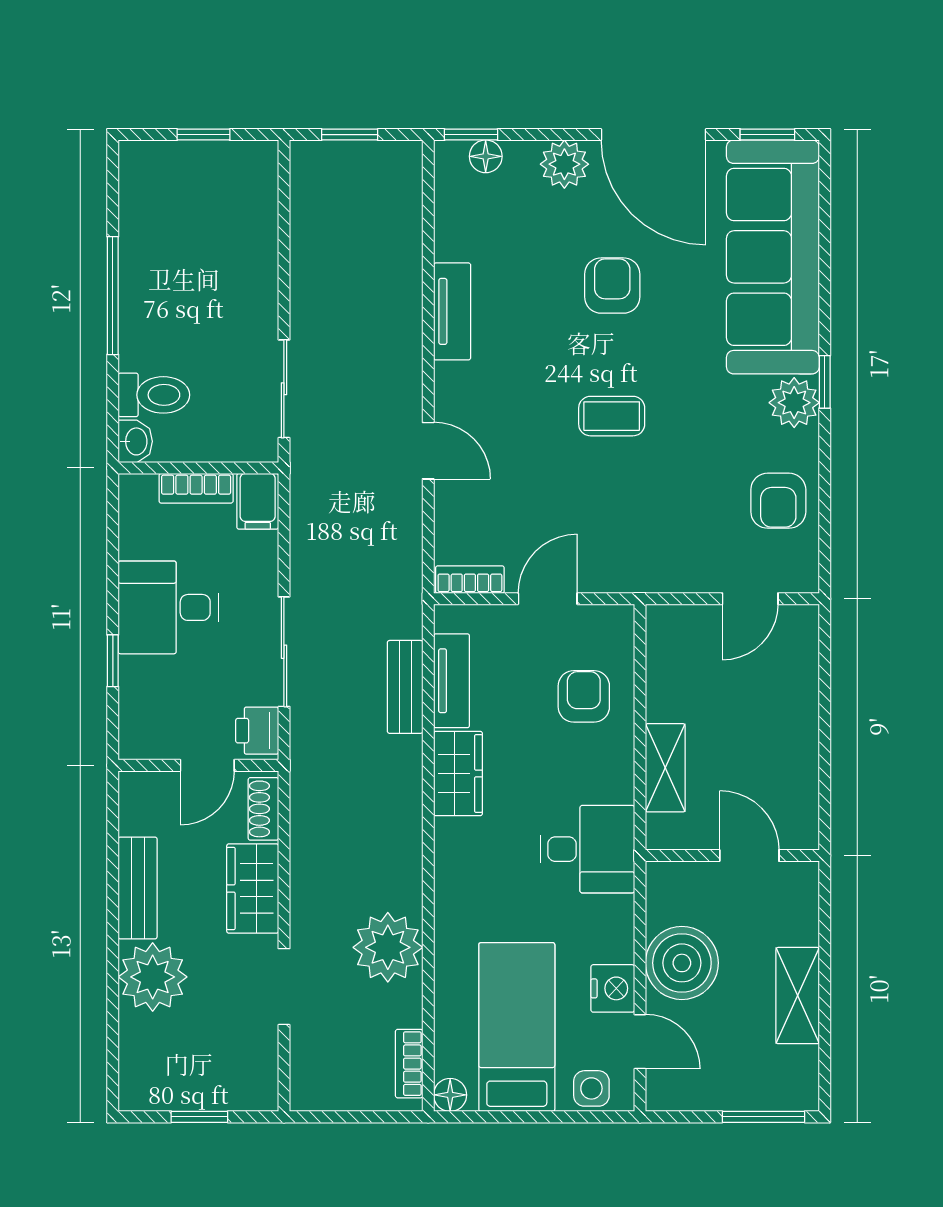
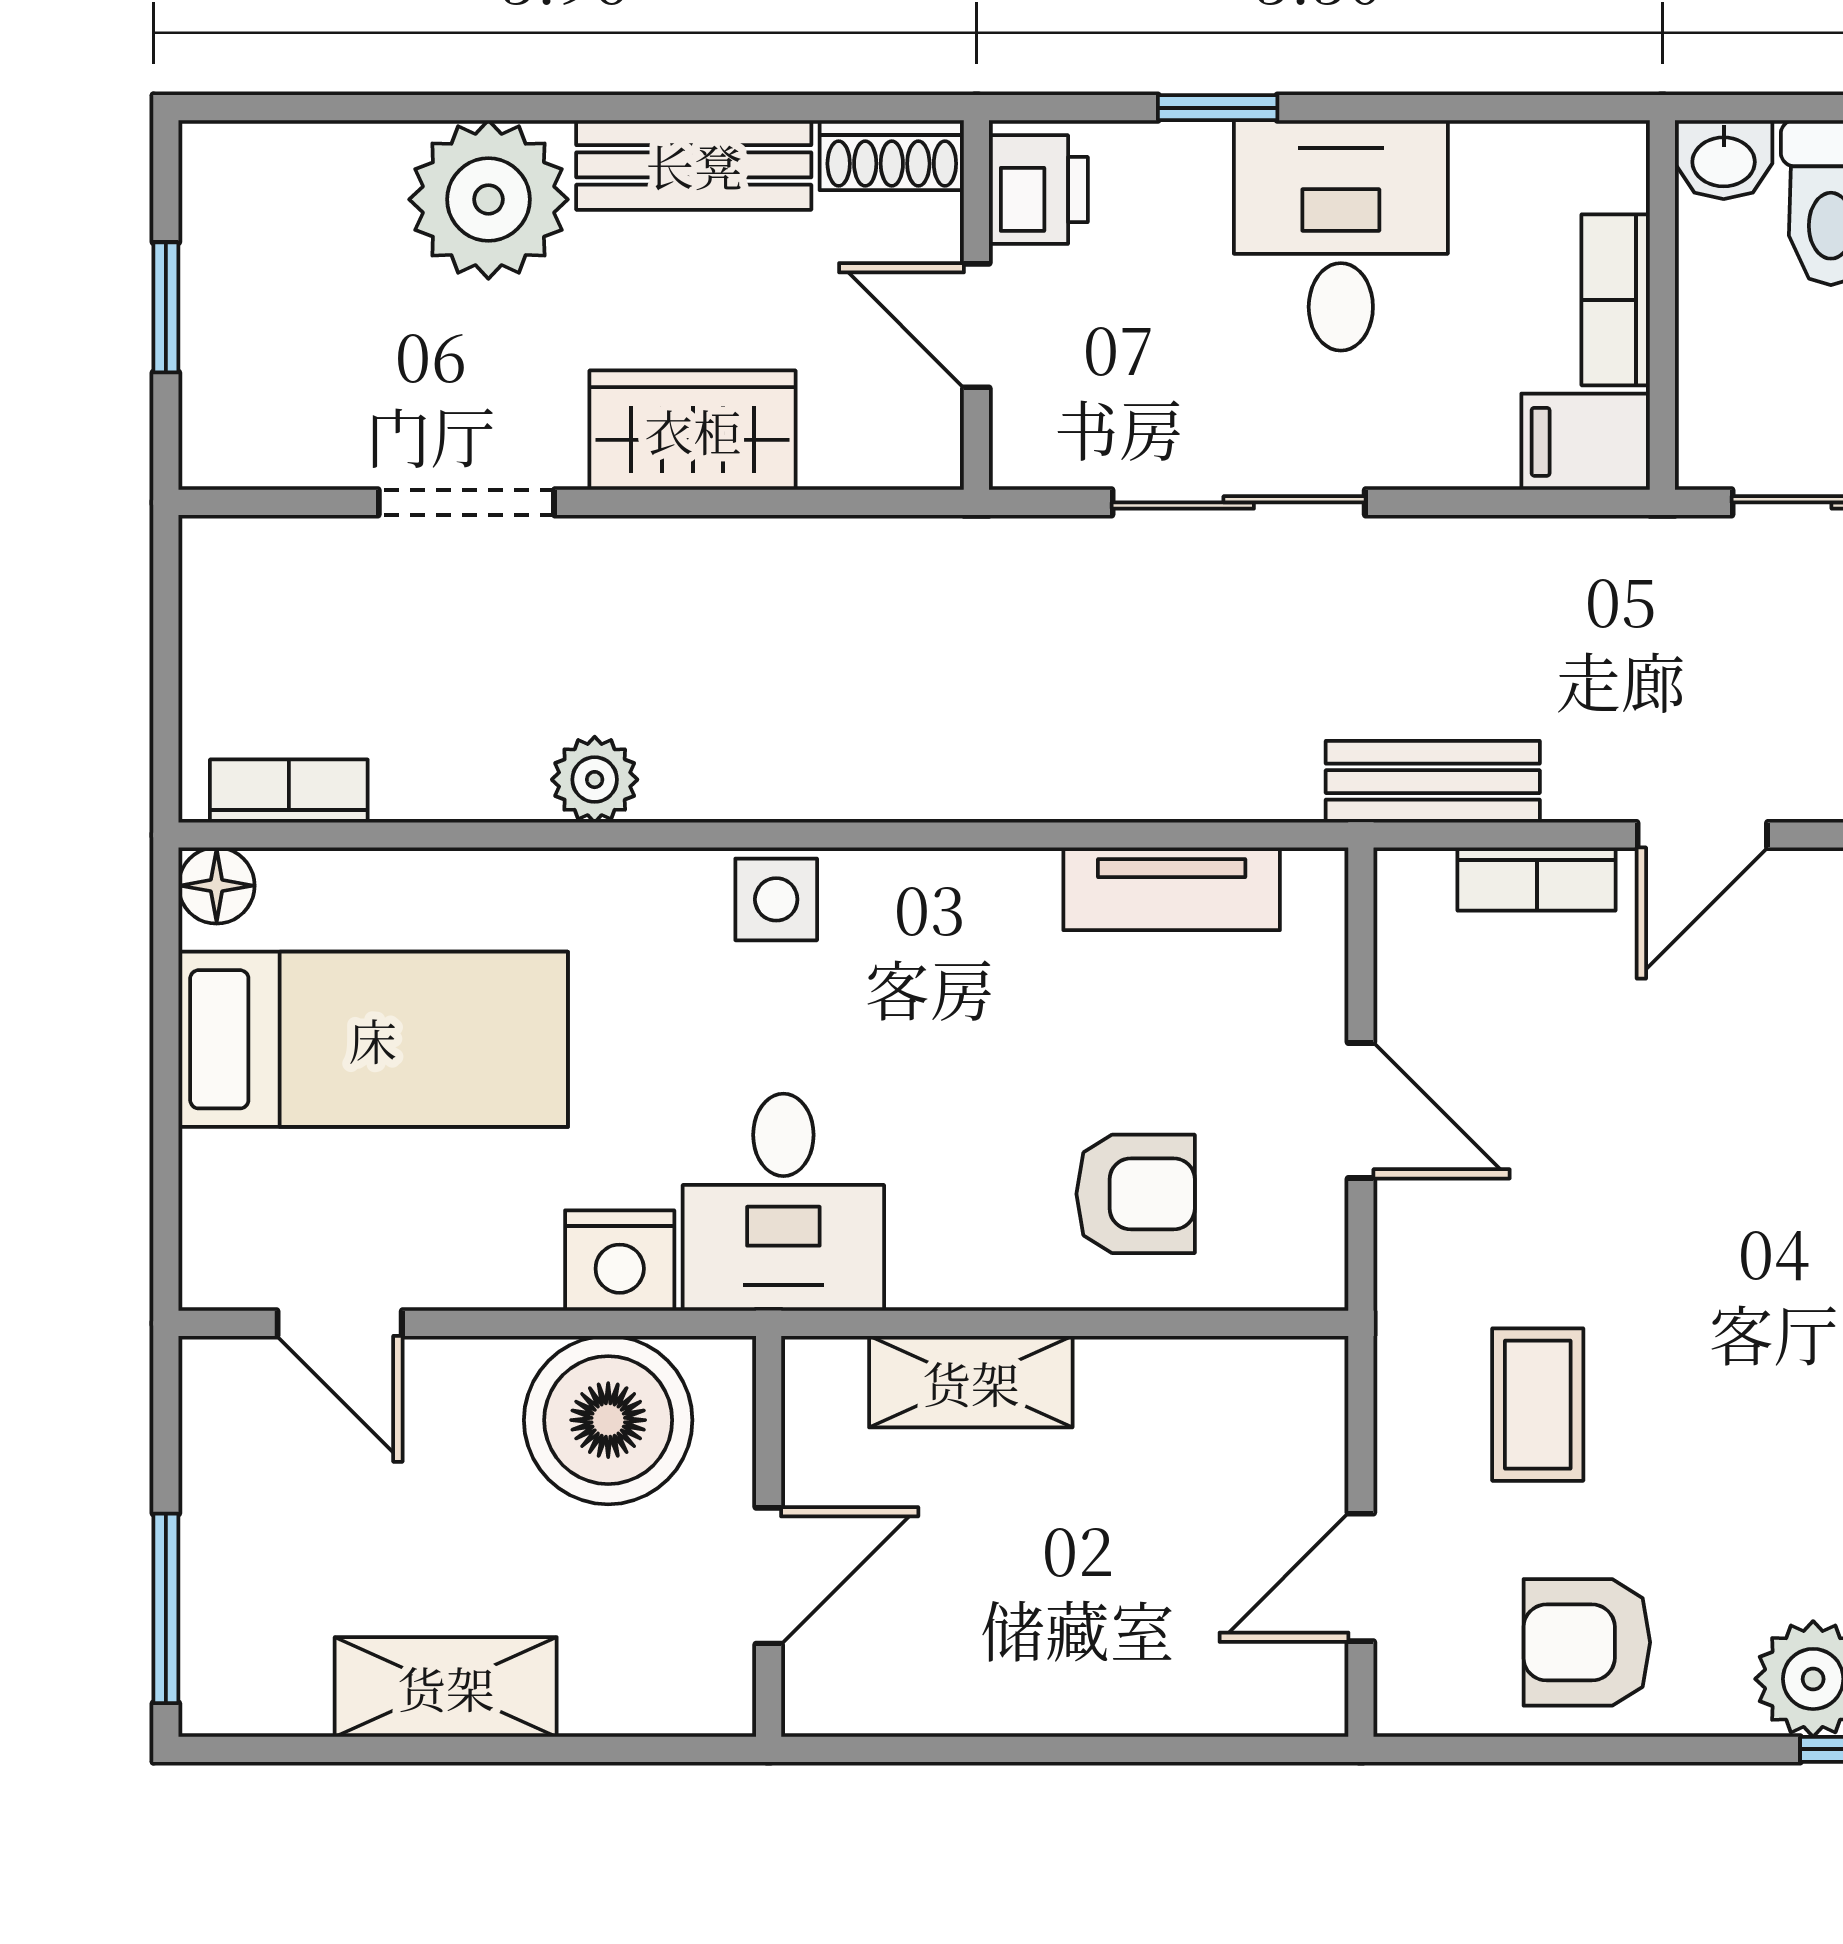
coffee table: (612, 416) -> (1538, 1405), moved
bookcase: (470, 580) -> (1537, 879), moved, turned 90
door: (750, 599) -> (1361, 1577), hinge flipped
bench: (405, 687) -> (1433, 782), moved
printer: (257, 731) -> (1038, 190), moved, turned 90
wardrobe: (458, 774) -> (958, 904), removed
shoe rack: (263, 809) -> (892, 155), moved, turned 180
plant: (388, 947) -> (595, 780), width x0.53, depth x0.53
boiler: (682, 963) -> (608, 1420), moved
nightstand: (613, 988) -> (620, 1261), moved
door: (640, 1042) -> (340, 1323), hinge flipped
side table: (591, 1088) -> (776, 899), moved

